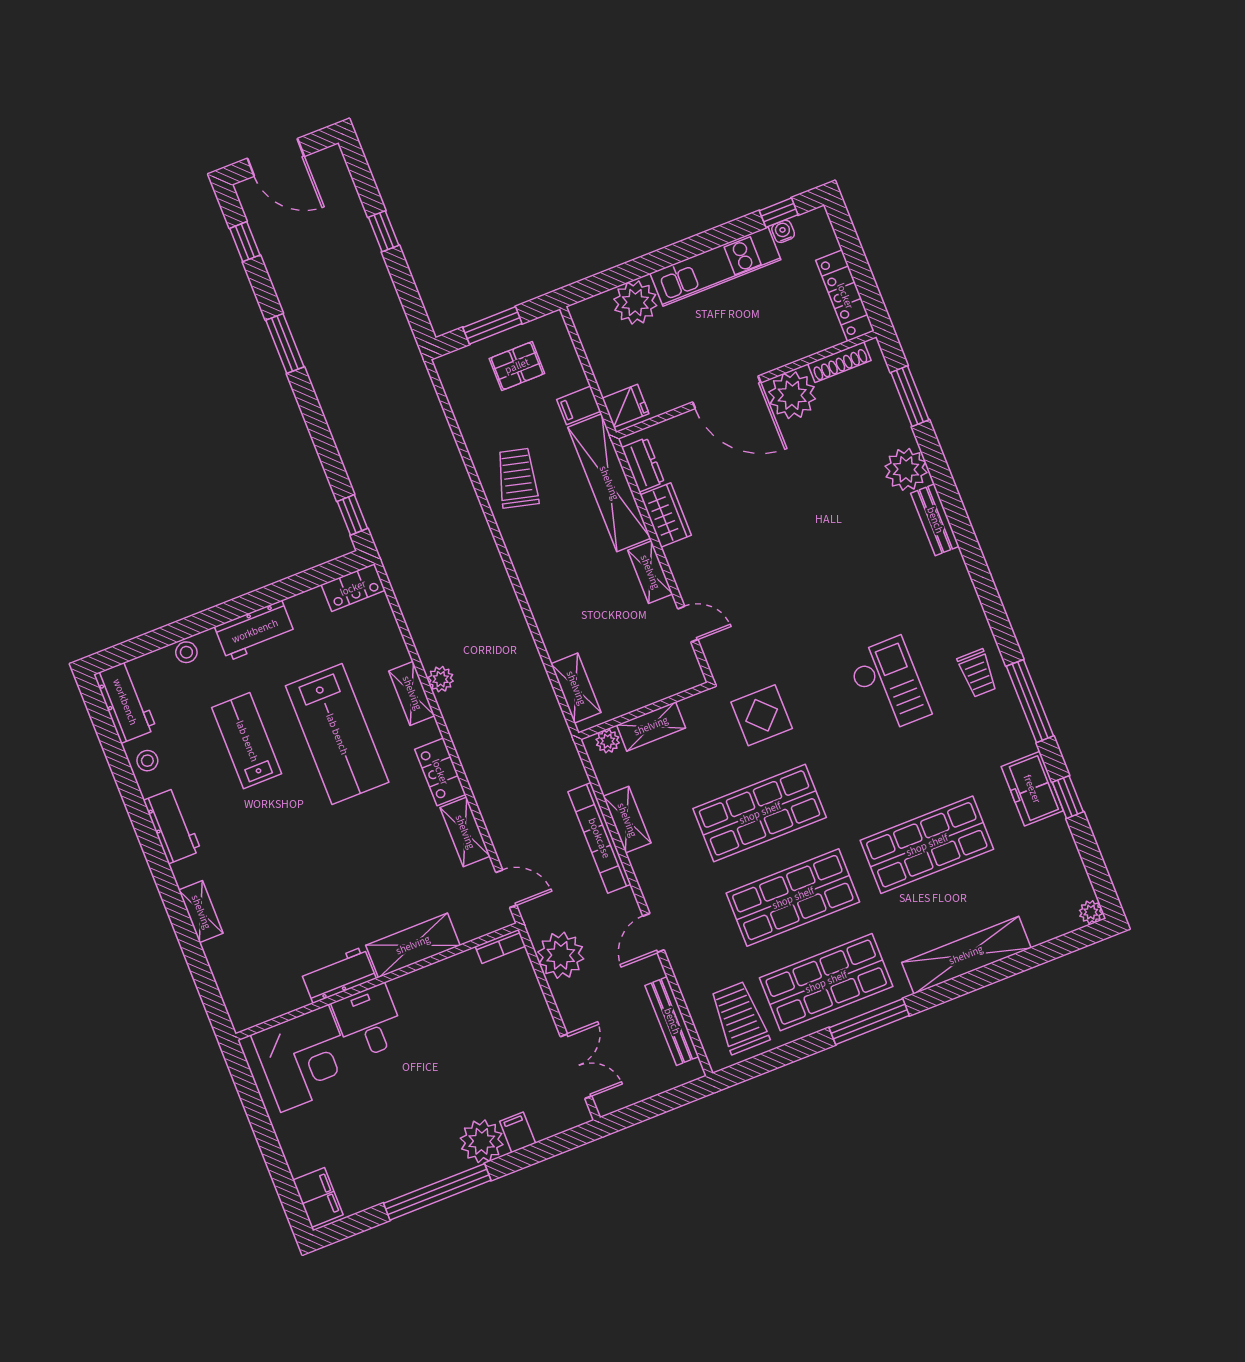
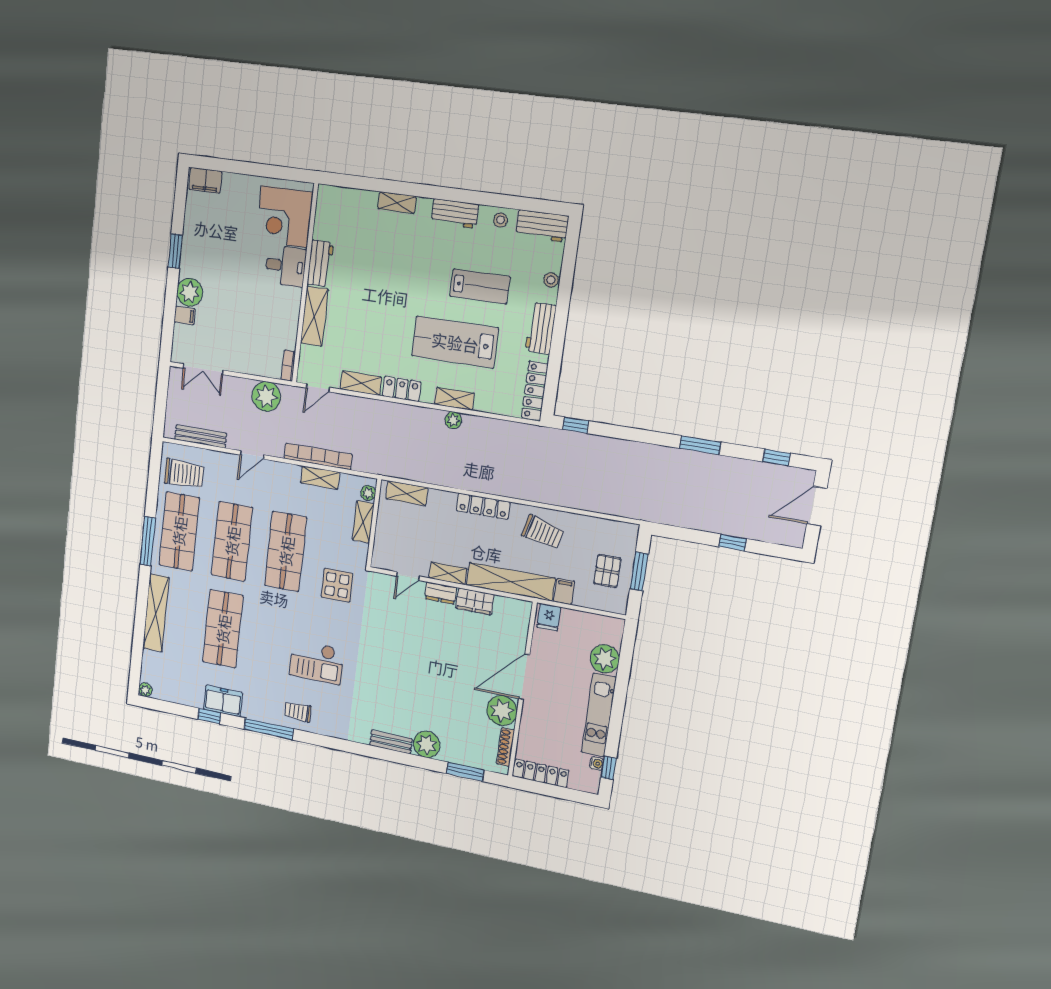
dresser: (643, 465) -> (441, 593), moved
locker: (531, 576) -> (483, 506), added
locker: (353, 588) -> (535, 391), width x1.53
door: (654, 933) -> (252, 455), swing flipped
window: (437, 1192) -> (175, 251), width x0.47

